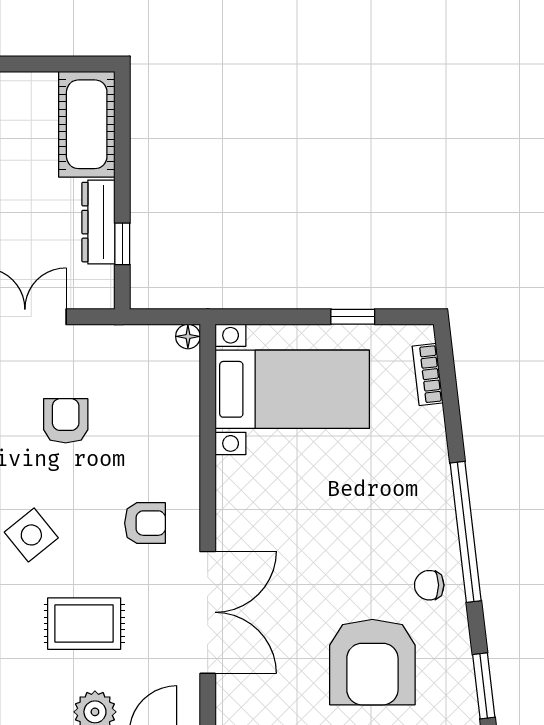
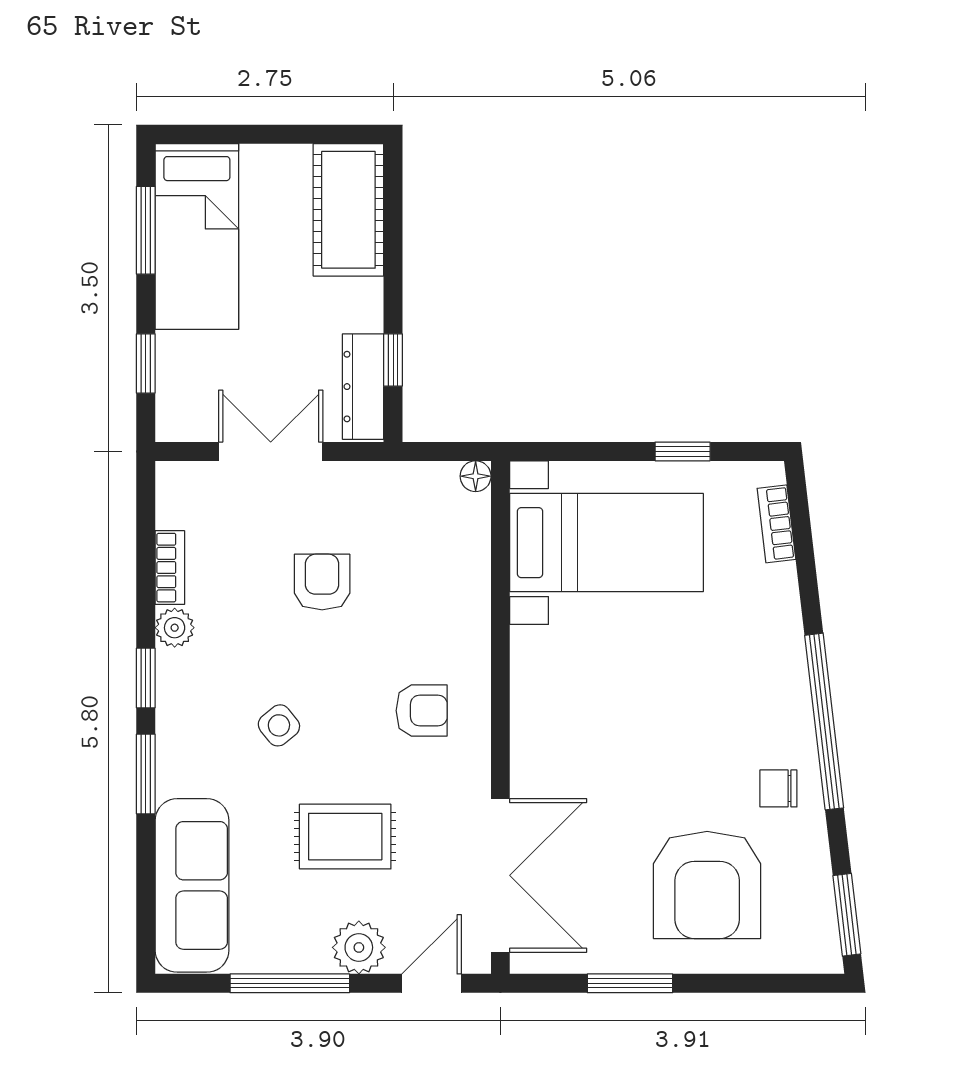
dresser: (98, 222) -> (363, 387), moved
side table: (31, 535) -> (279, 725), width x0.73, depth x0.73
double door: (208, 612) -> (500, 875), moved

